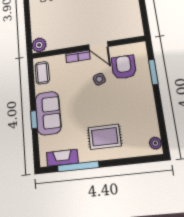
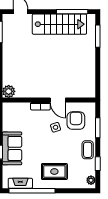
coffee table: (42, 73) -> (88, 150), moved
window: (161, 119) -> (98, 164), added
window: (78, 166) -> (32, 191), width x1.46

